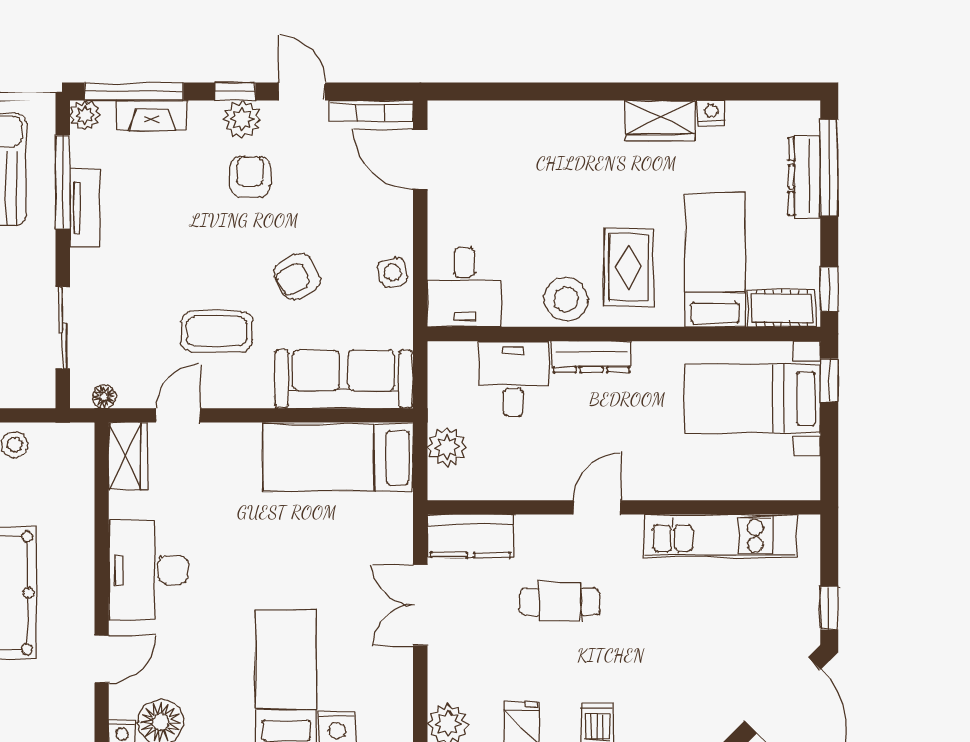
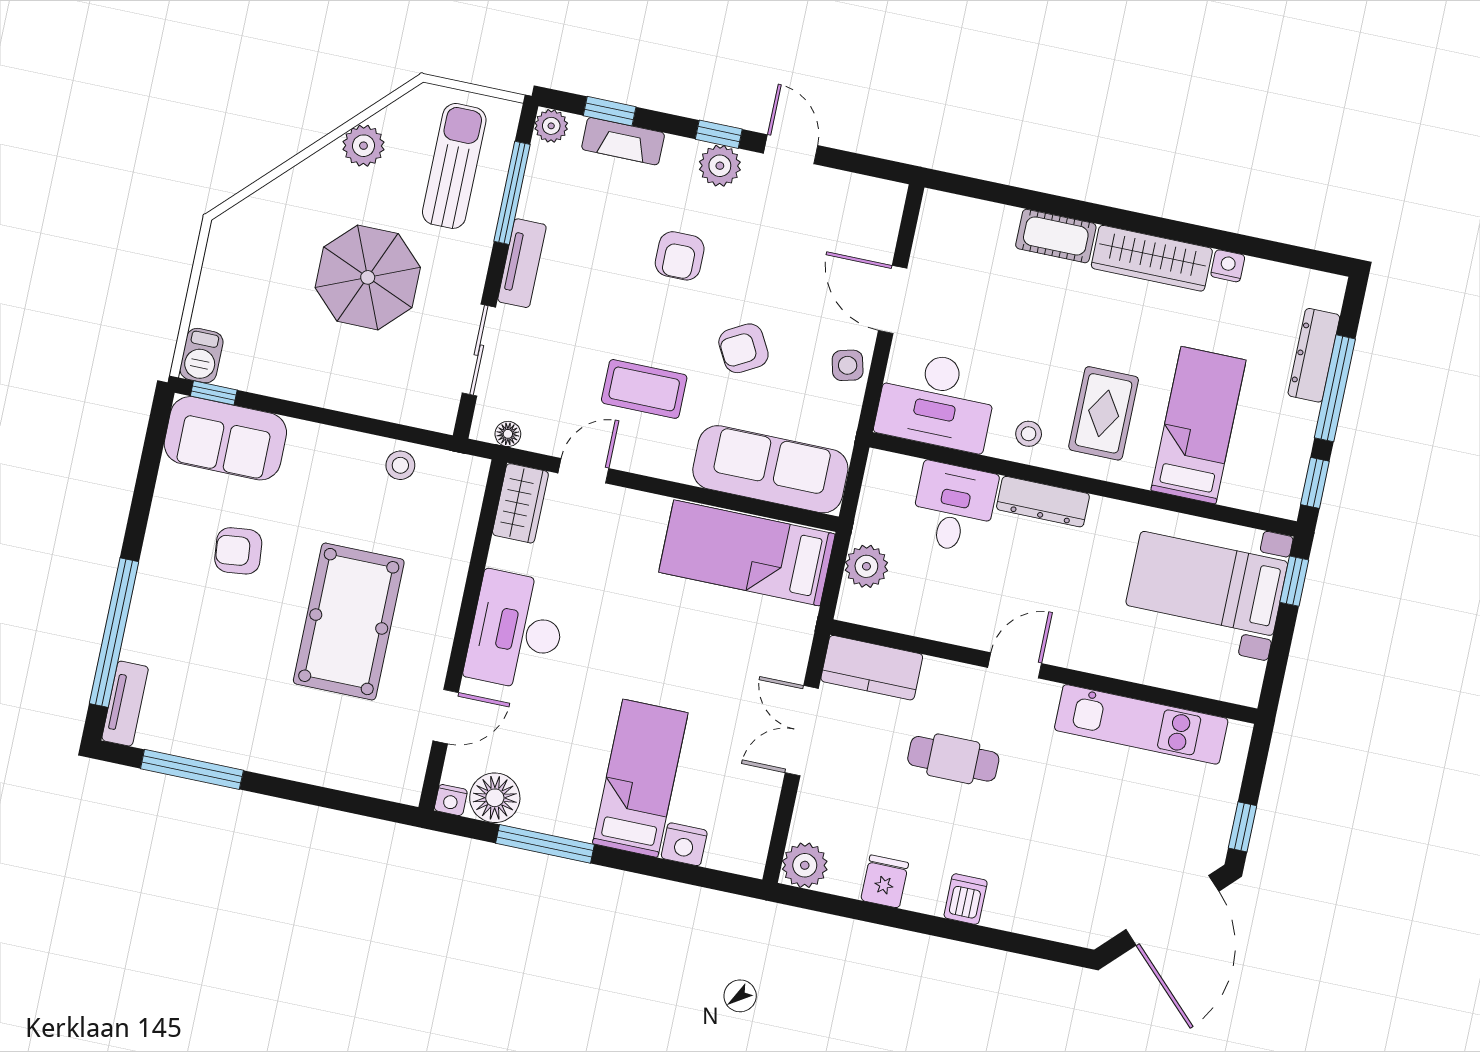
window: (134, 91) -> (610, 111), width x0.46
bookcase: (371, 111) -> (861, 186), removed
wardrobe: (660, 121) -> (1152, 258), width x1.50
door: (420, 159) -> (893, 299), moved
window: (829, 168) -> (1335, 388), moved
armchair: (250, 177) -> (680, 256), moved, turned 180
tv unit: (85, 208) -> (522, 263), moved
desk: (464, 287) -> (936, 401), width x1.37
stool: (566, 299) -> (1029, 434), width x0.53, depth x0.53
cot: (782, 308) -> (1056, 236), moved

